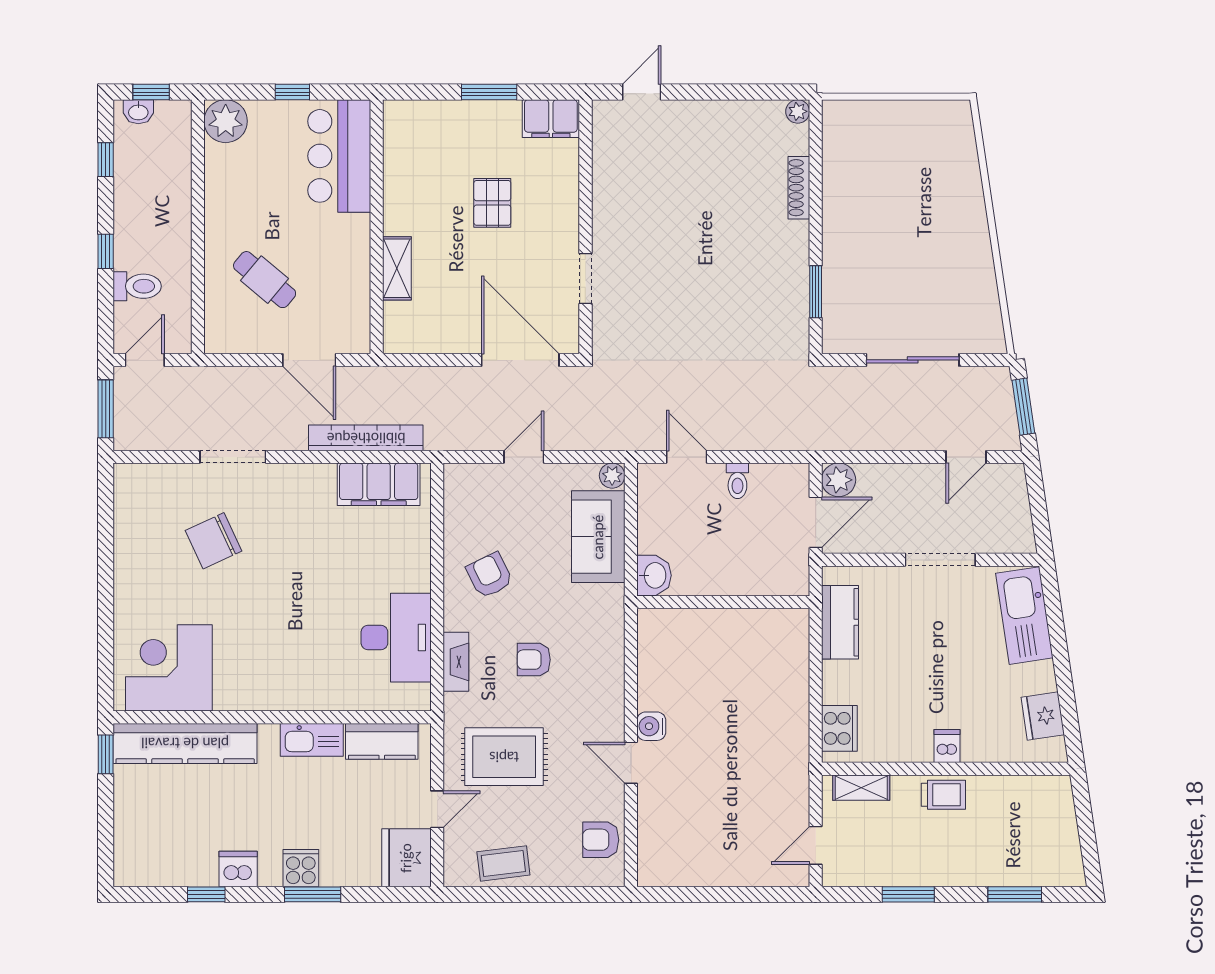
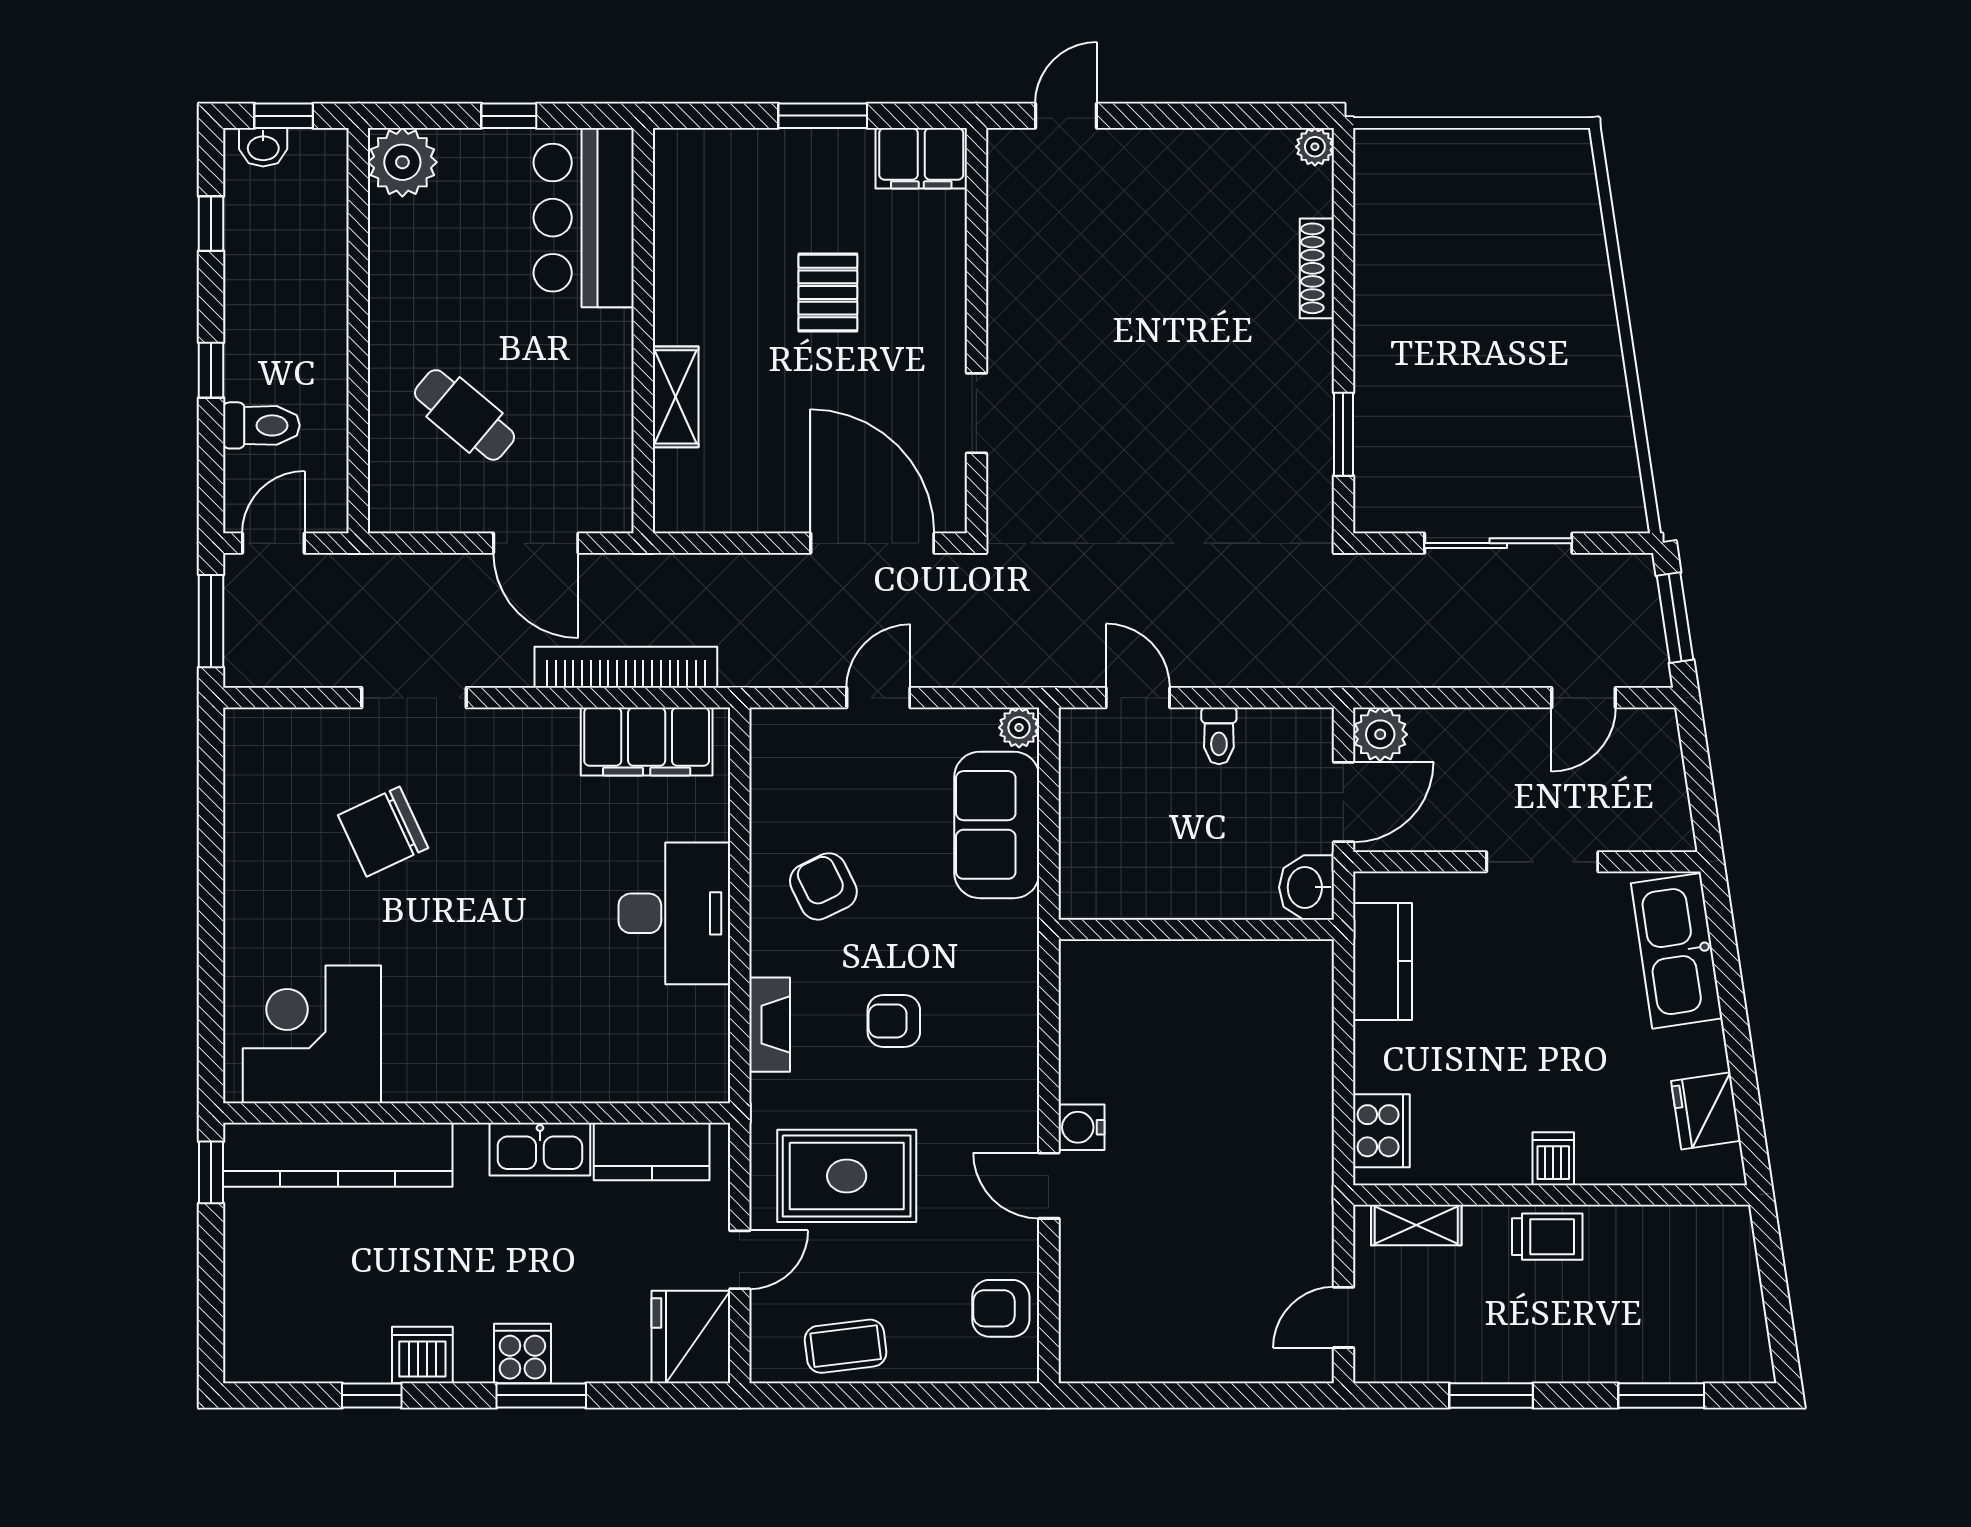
washbasin: (654, 575) -> (1306, 887), moved, turned 180
desk: (396, 638) -> (674, 913), moved

